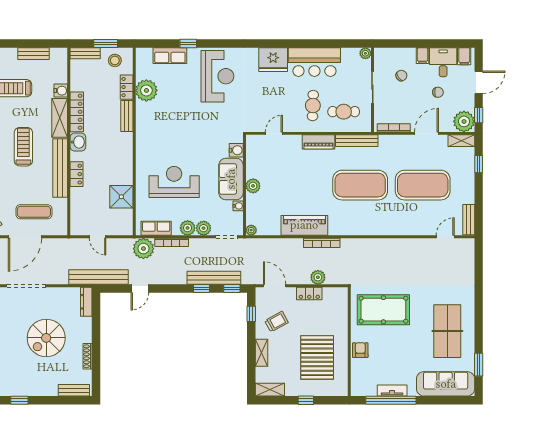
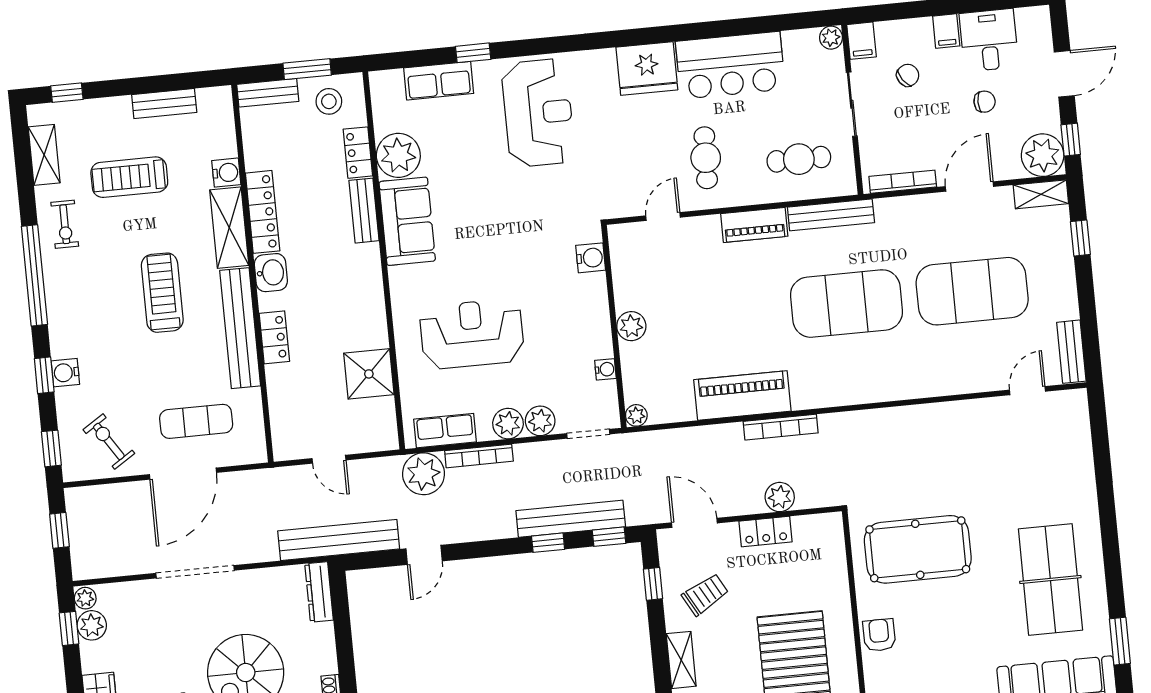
filing cabinet: (464, 56) -> (862, 41), moved
cafe table: (313, 106) -> (706, 158), moved
sofa: (231, 179) -> (407, 221), moved, turned 180

